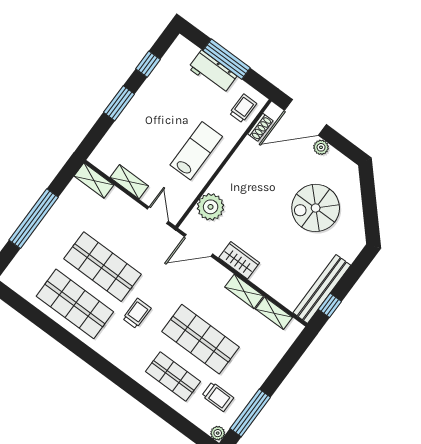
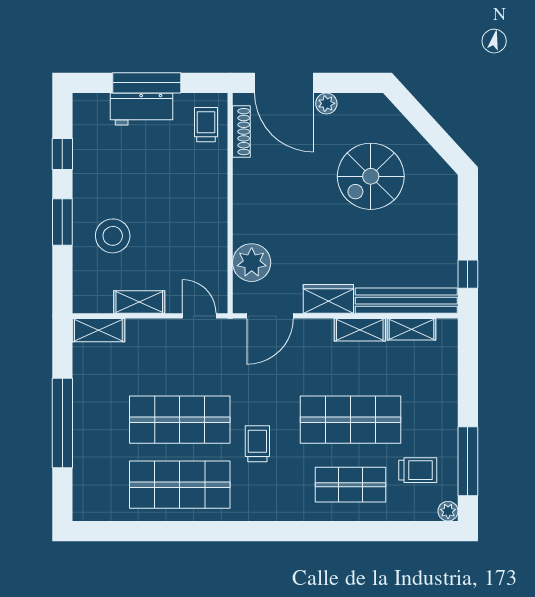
door: (305, 117) -> (284, 83), hinge flipped
shoe rack: (260, 127) -> (241, 132), width x1.43
stool: (142, 133) -> (113, 236), added
lab bench: (196, 151) -> (189, 211), removed
bench: (322, 289) -> (406, 301), moved, turned 90

